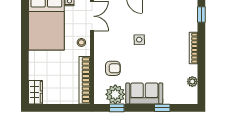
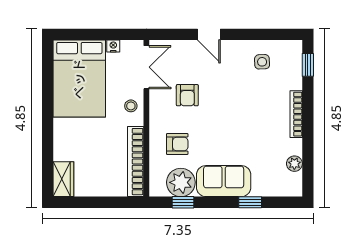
armchair: (120, 35) -> (187, 95), added
side table: (139, 40) -> (262, 62), moved

